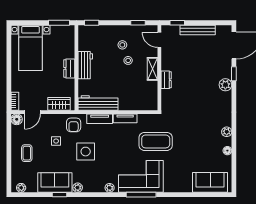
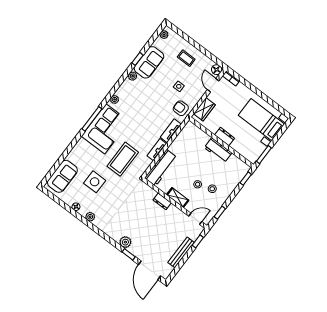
workbench: (98, 103) -> (161, 168), moved
side table: (86, 152) -> (95, 182), moved

